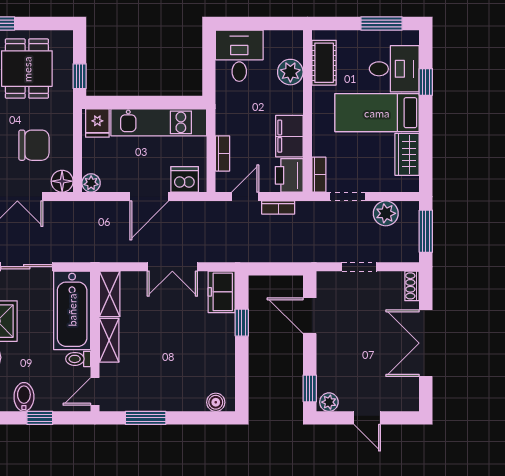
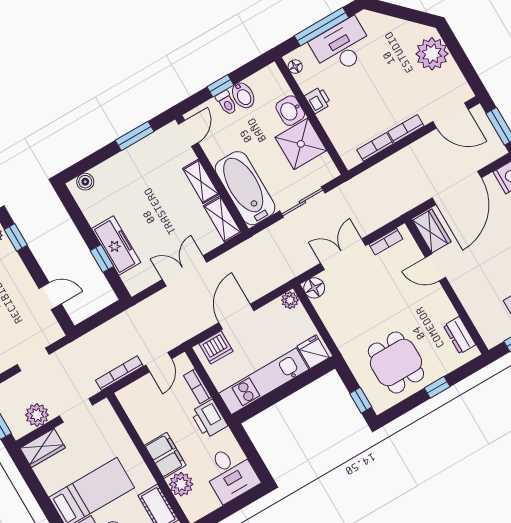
window: (80, 76) -> (361, 400), moved
filing cabinet: (289, 136) -> (165, 455), moved
chair: (34, 145) -> (354, 304), removed
wardrobe: (407, 154) -> (43, 448), moved, turned 90
printer: (289, 175) -> (209, 419), moved, turned 180
bookcase: (319, 175) -> (109, 415), removed
bookcase: (278, 208) -> (119, 373), width x1.56
freezer: (222, 292) -> (116, 246), moved, width x1.40
door: (310, 316) -> (50, 296), width x0.73
toilet: (78, 359) -> (226, 103), moved, turned 90

